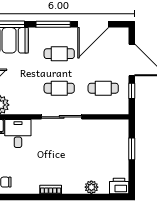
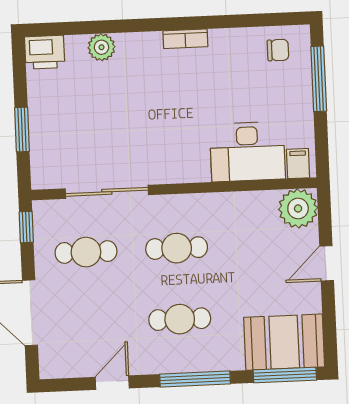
door: (93, 24) -> (112, 383), width x0.53
window: (132, 91) -> (26, 227), moved
sliding door: (62, 117) -> (107, 192), moved
desk: (18, 134) -> (247, 152), width x1.37

